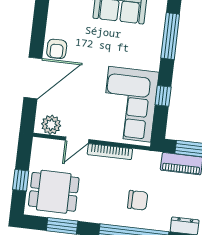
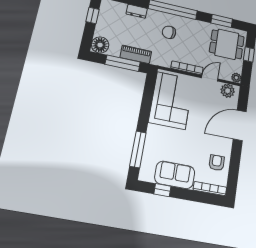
armchair: (57, 49) -> (217, 163), moved
window: (163, 96) -> (146, 105), removed
plant: (39, 144) -> (236, 78), added

